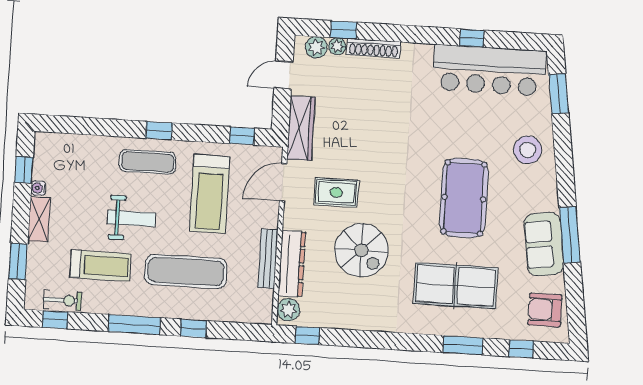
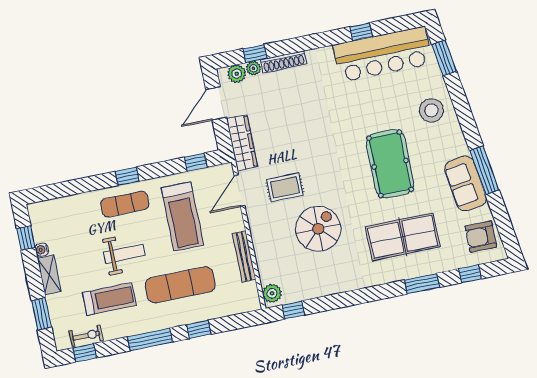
door: (284, 75) -> (216, 103), width x1.38
spiral stairs: (361, 250) -> (318, 229), turned -90
dresser: (292, 264) -> (265, 255), removed

